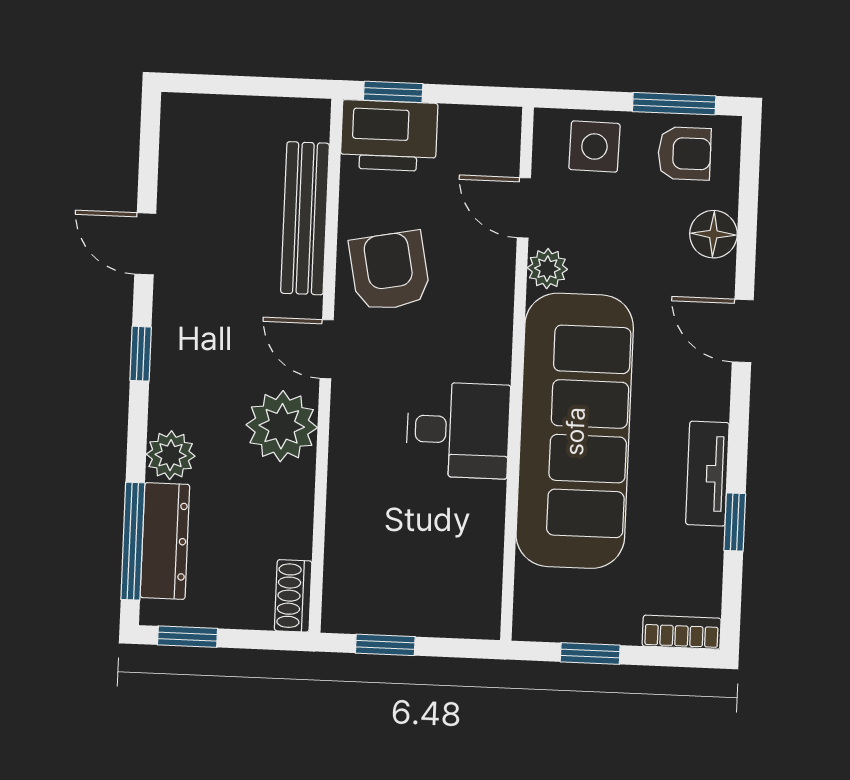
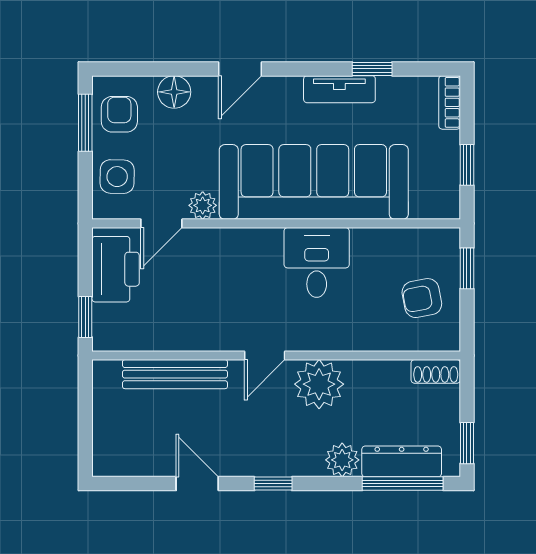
printer: (389, 136) -> (116, 269), moved
door: (145, 244) -> (197, 484), swing flipped
armchair: (390, 271) -> (422, 298), moved, width x0.72, depth x0.72
window: (385, 645) -> (467, 268), moved

